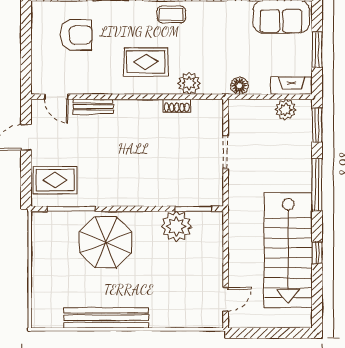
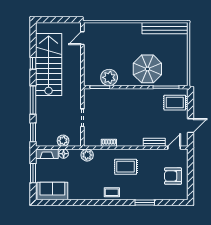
armchair: (76, 35) -> (173, 176), moved
plant: (189, 83) -> (87, 155), moved
floor lamp: (239, 86) -> (64, 154), moved
door: (56, 97) -> (174, 148), hinge flipped
plant: (286, 110) -> (63, 141), moved
bench: (106, 318) -> (165, 28), moved

